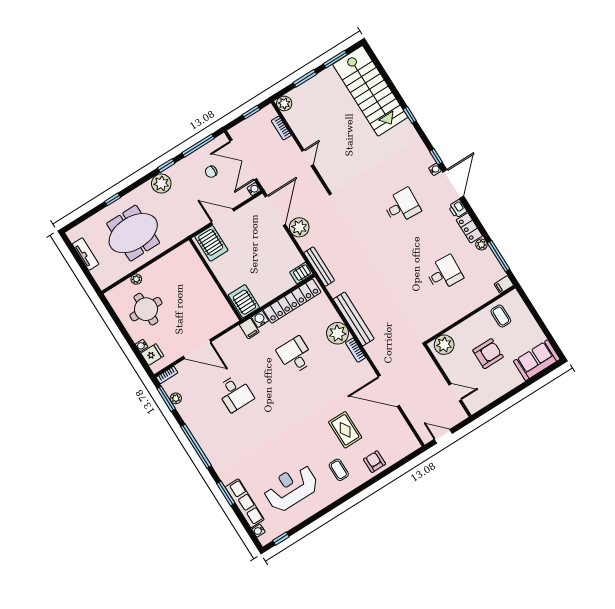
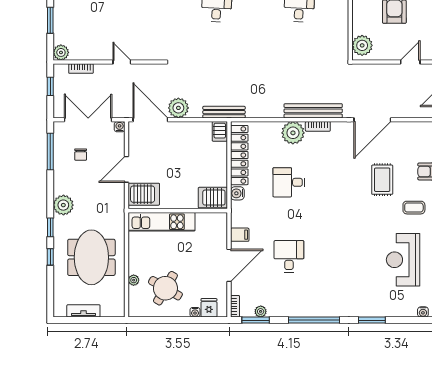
double door: (243, 160) -> (88, 120), swing flipped
window: (166, 166) -> (50, 227), moved
kitchen unit: (198, 272) -> (162, 222), added
round table: (146, 309) -> (165, 288), turned 30
bench: (354, 319) -> (313, 111), moved
filing cabinet: (249, 328) -> (240, 235), moved
desk: (235, 393) -> (289, 256), turned -90
rug: (345, 430) -> (382, 180), turned 90
row of seats: (245, 503) -> (391, 309), removed

